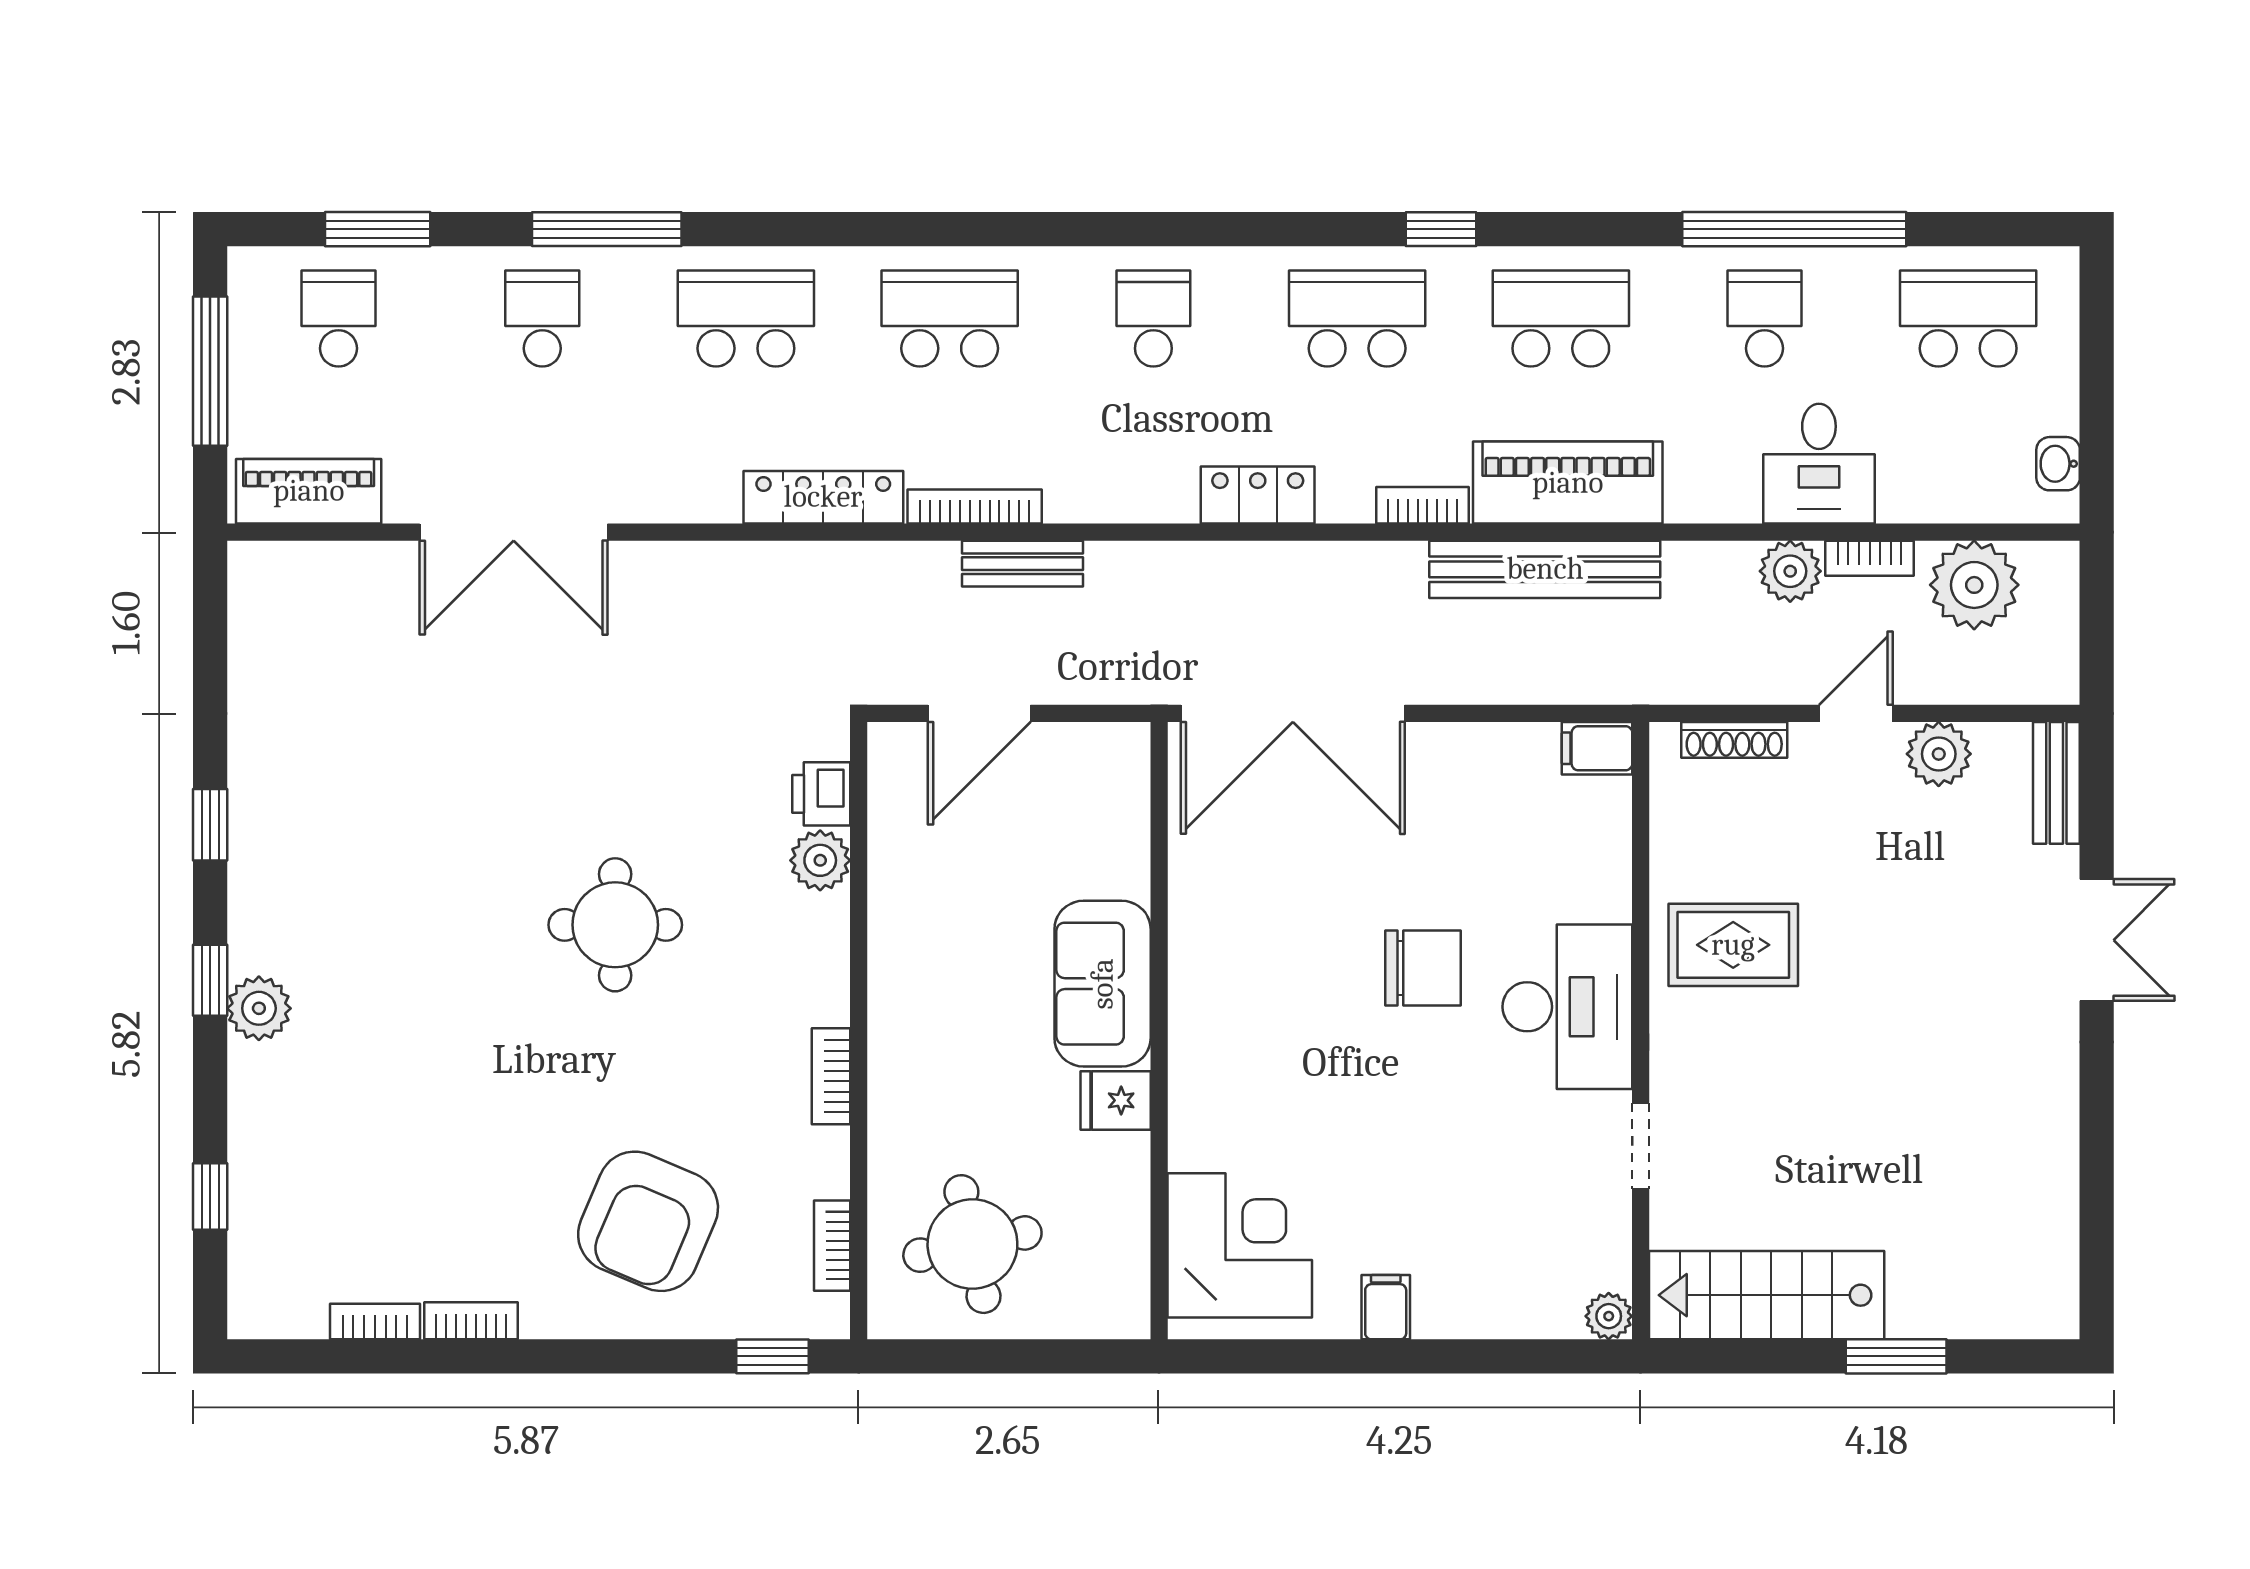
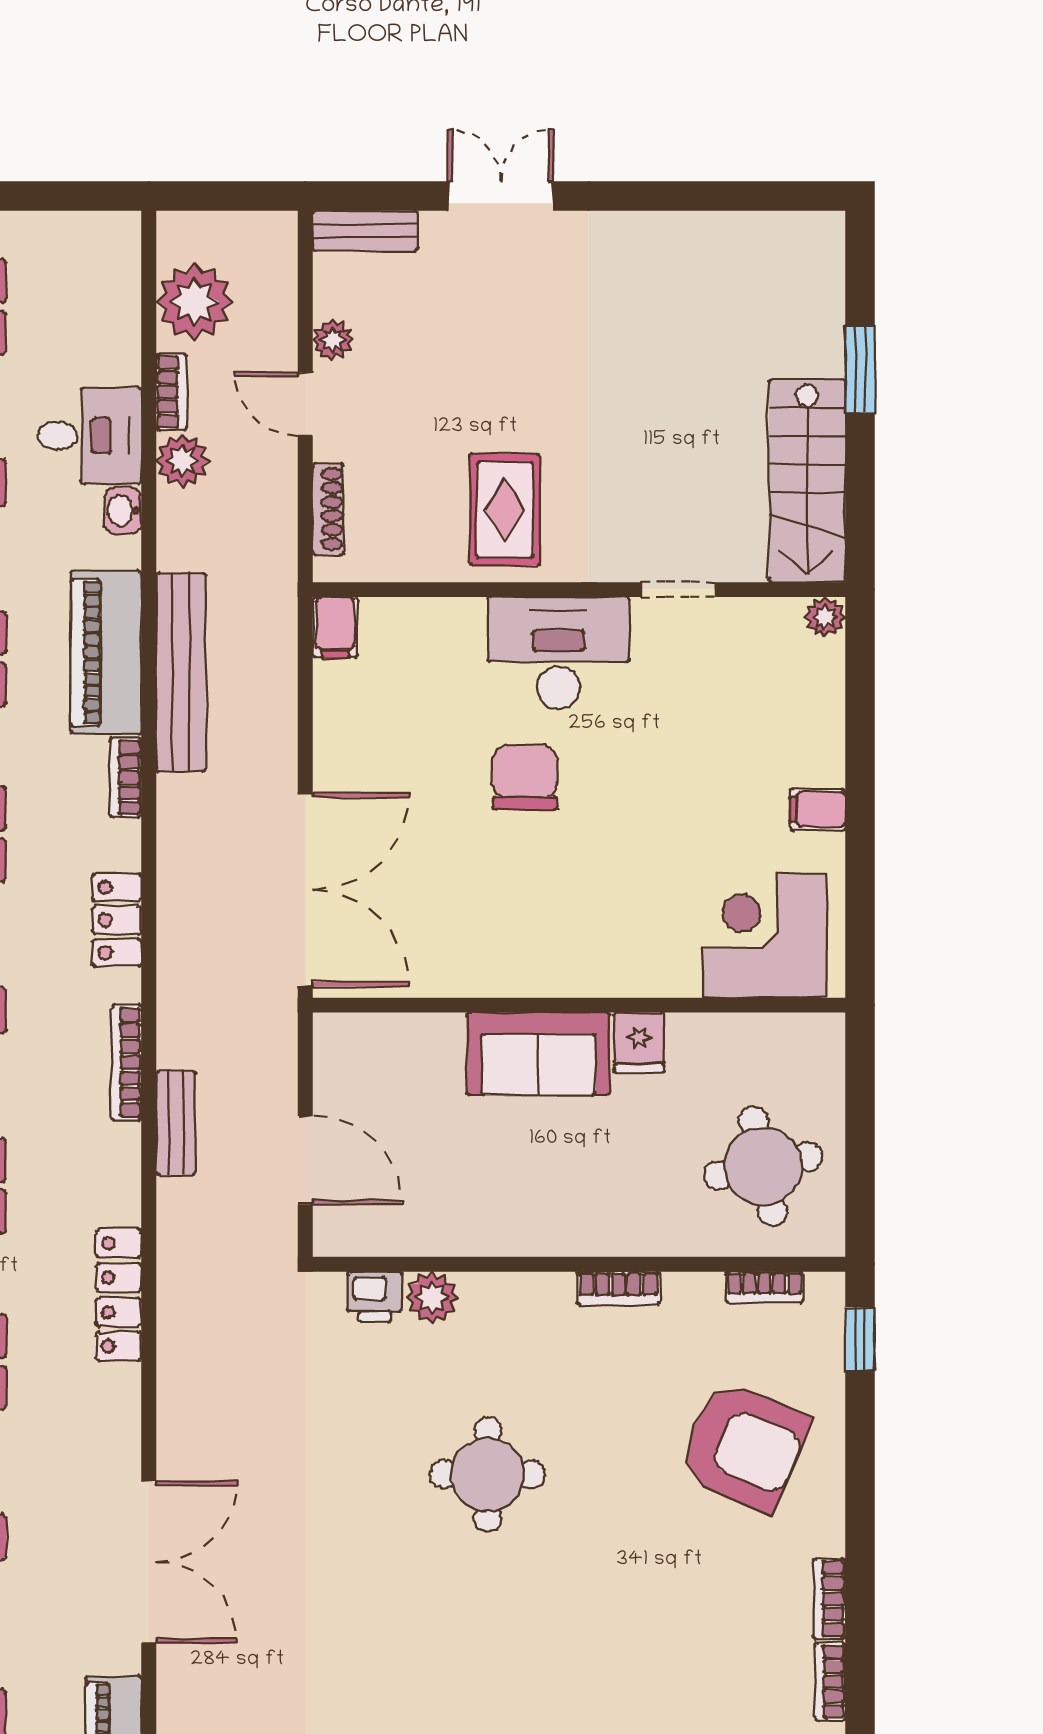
washbasin: (2058, 464) -> (123, 511), moved, turned 90
bookcase: (975, 506) -> (127, 1062), moved
plant: (1939, 754) -> (333, 340), width x0.73, depth x0.73

